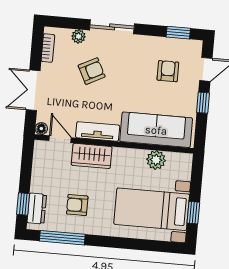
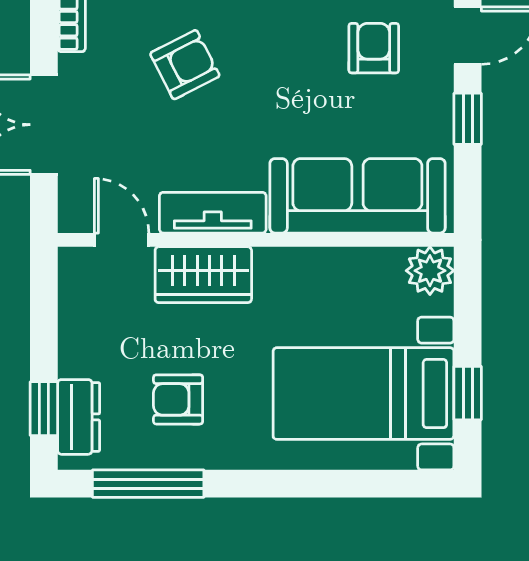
floor lamp: (41, 129) -> (73, 218), removed
plant: (156, 160) -> (430, 271), moved

